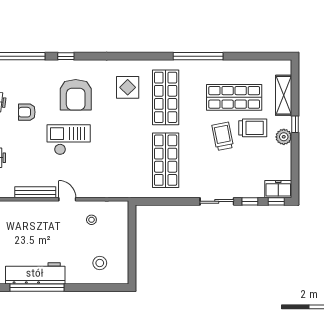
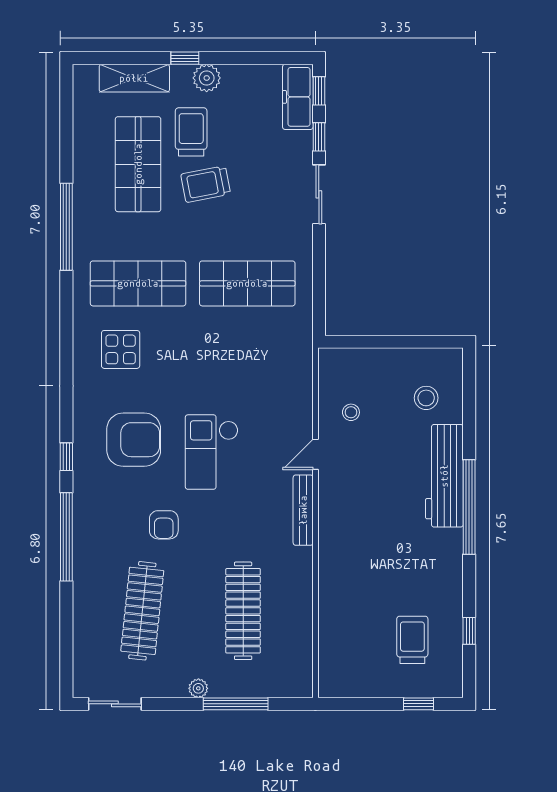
freezer: (278, 189) -> (298, 97), width x1.40
workbench: (35, 273) -> (444, 476), moved

